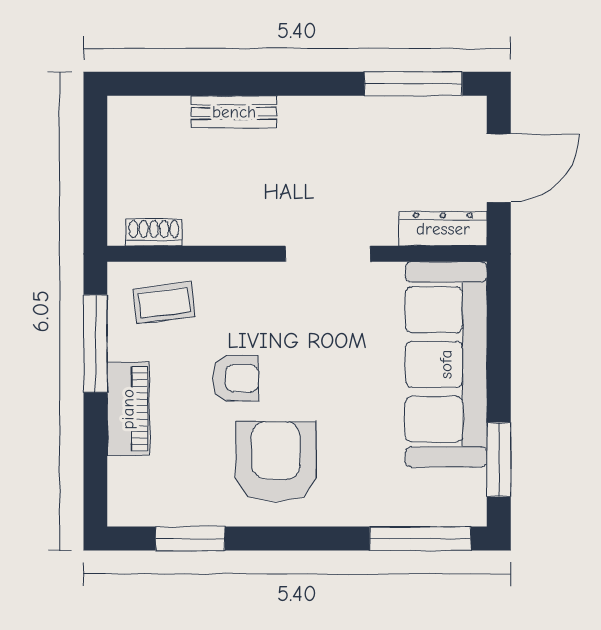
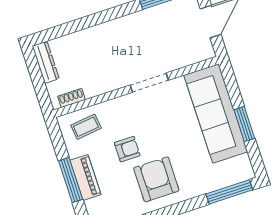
bench: (234, 112) -> (89, 35), removed
dresser: (443, 229) -> (46, 62), moved, turned 90
window: (95, 344) -> (71, 180), moved
window: (499, 460) -> (244, 124), moved

